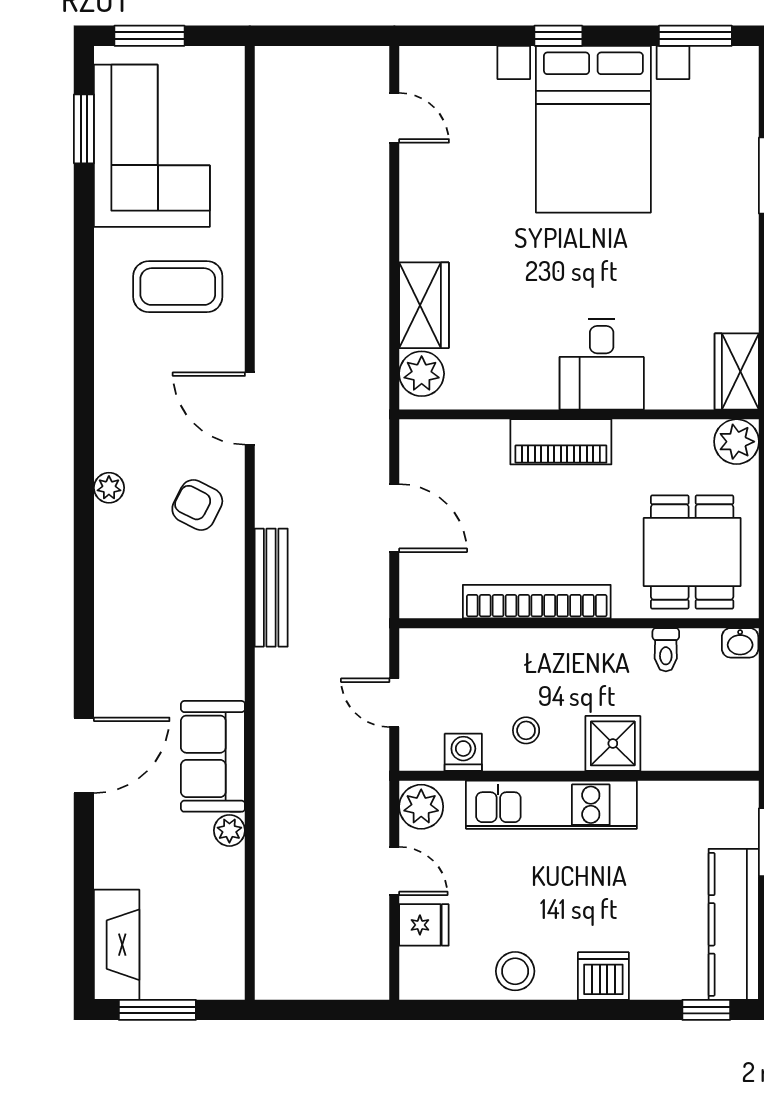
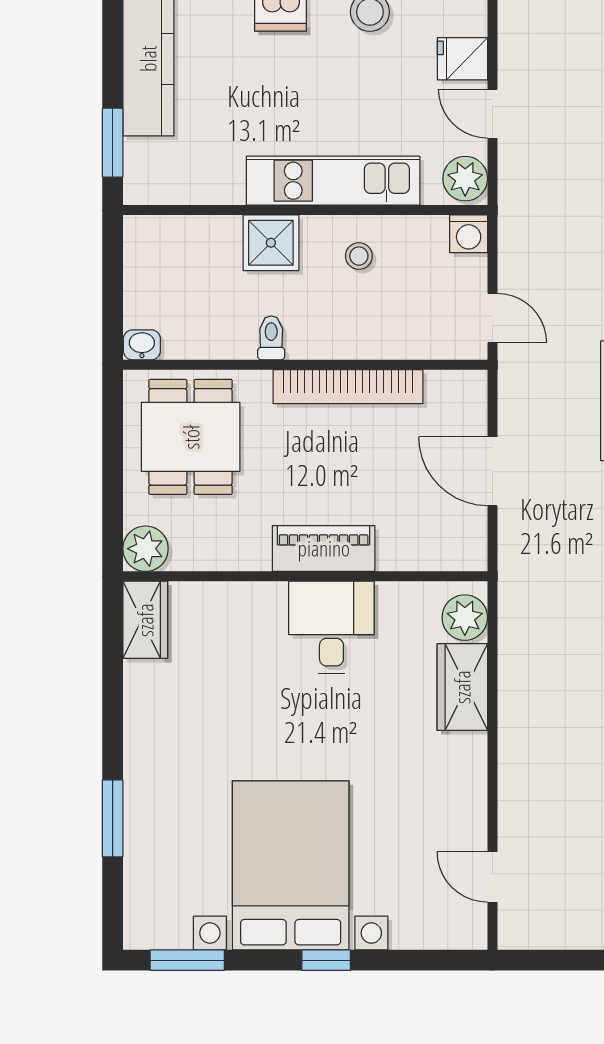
desk: (602, 364) -> (331, 627), moved
toilet: (666, 650) -> (271, 338), moved
door: (394, 703) -> (492, 318), moved
washing machine: (463, 752) -> (469, 234), moved

